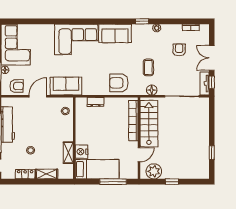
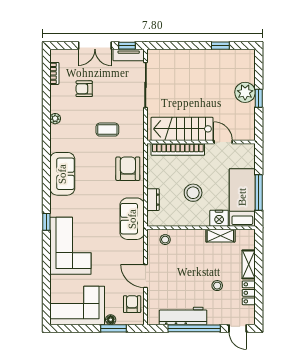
window: (142, 21) -> (46, 222), moved
corner sofa: (76, 39) -> (70, 246), moved
armchair: (119, 83) -> (128, 169), turned 180
sofa: (66, 86) -> (132, 219), moved
floor lamp: (152, 90) -> (137, 125), removed
stool: (101, 132) -> (193, 193), added
plant: (154, 171) -> (245, 92), moved
window: (113, 182) -> (259, 192), moved

